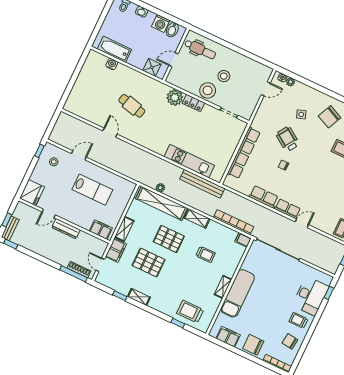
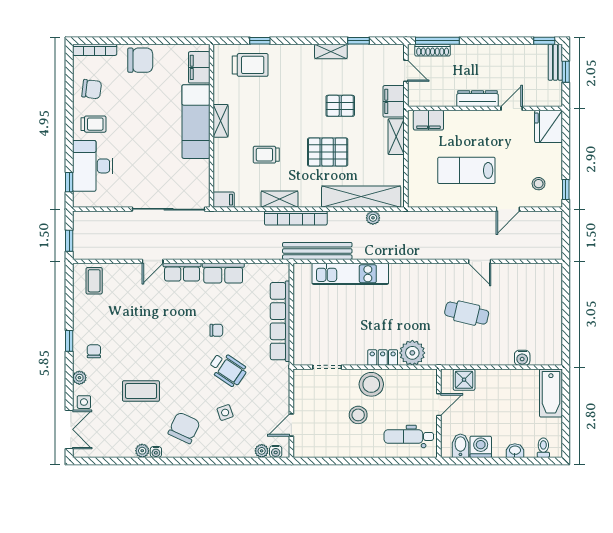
bathtub: (114, 49) -> (551, 393), moved, turned 90
shelving: (197, 218) -> (280, 199), moved
bookcase: (234, 222) -> (296, 218), moved
pallet: (149, 263) -> (340, 106), width x0.67, depth x0.71
filing cabinet: (228, 337) -> (199, 67), moved, turned 90

